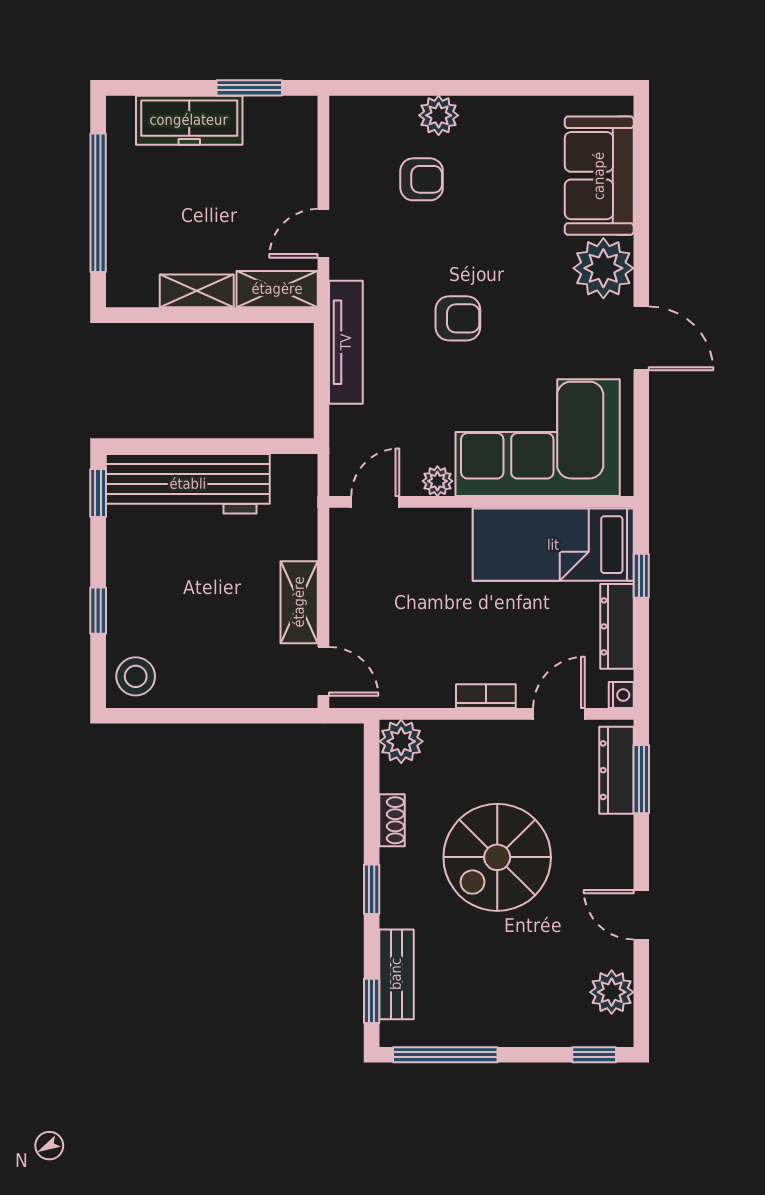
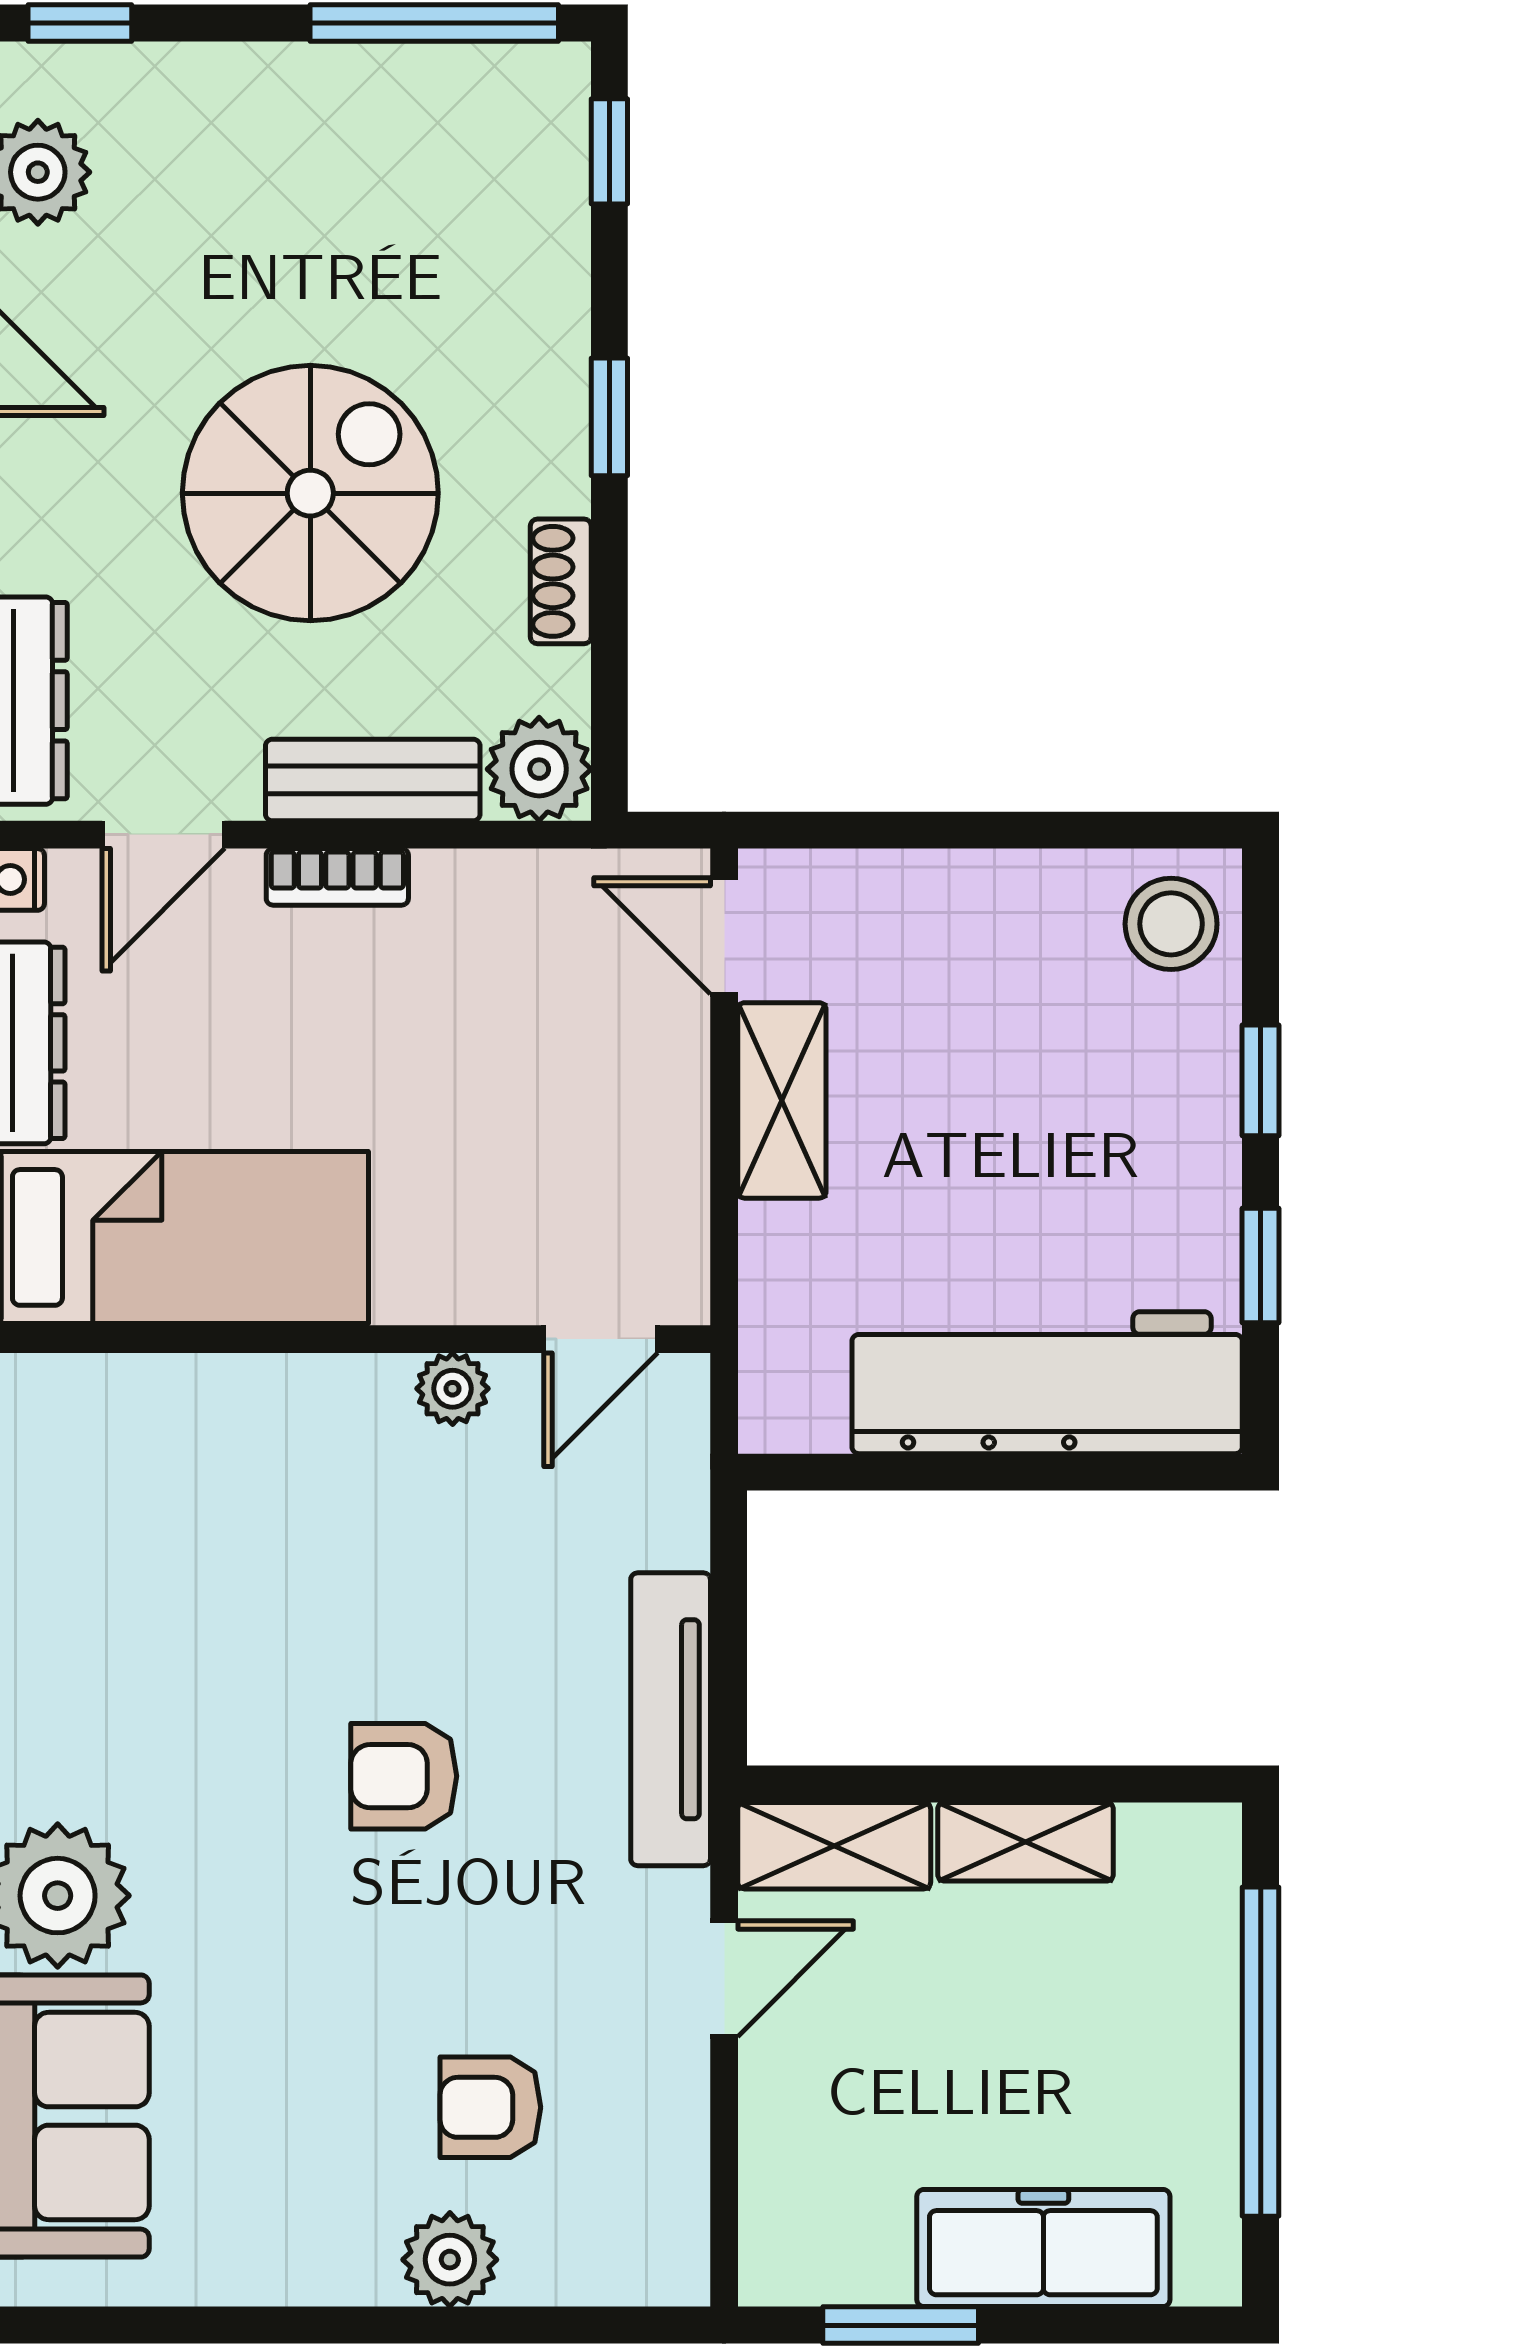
corner sofa: (538, 438) -> (214, 1492), removed
window: (98, 493) -> (1261, 1265), moved
bench: (396, 974) -> (373, 780), moved, turned 90

